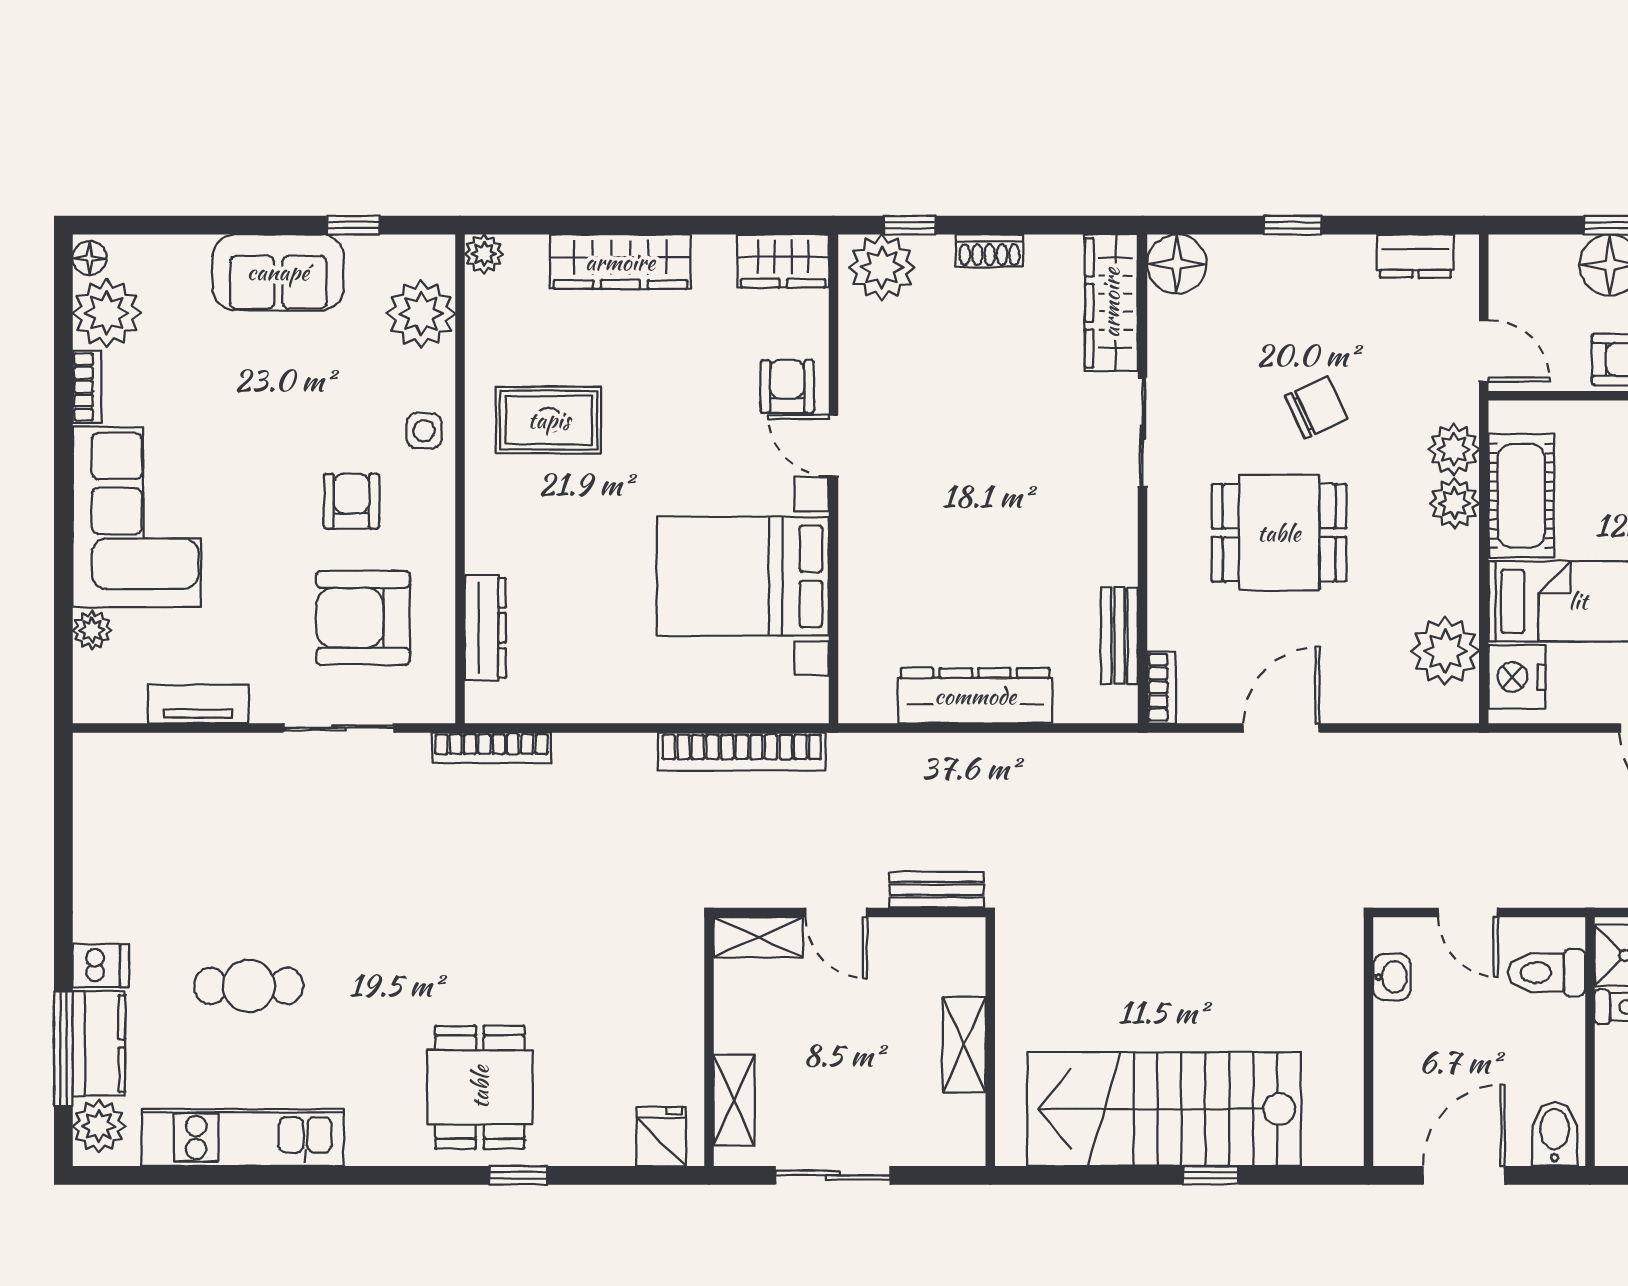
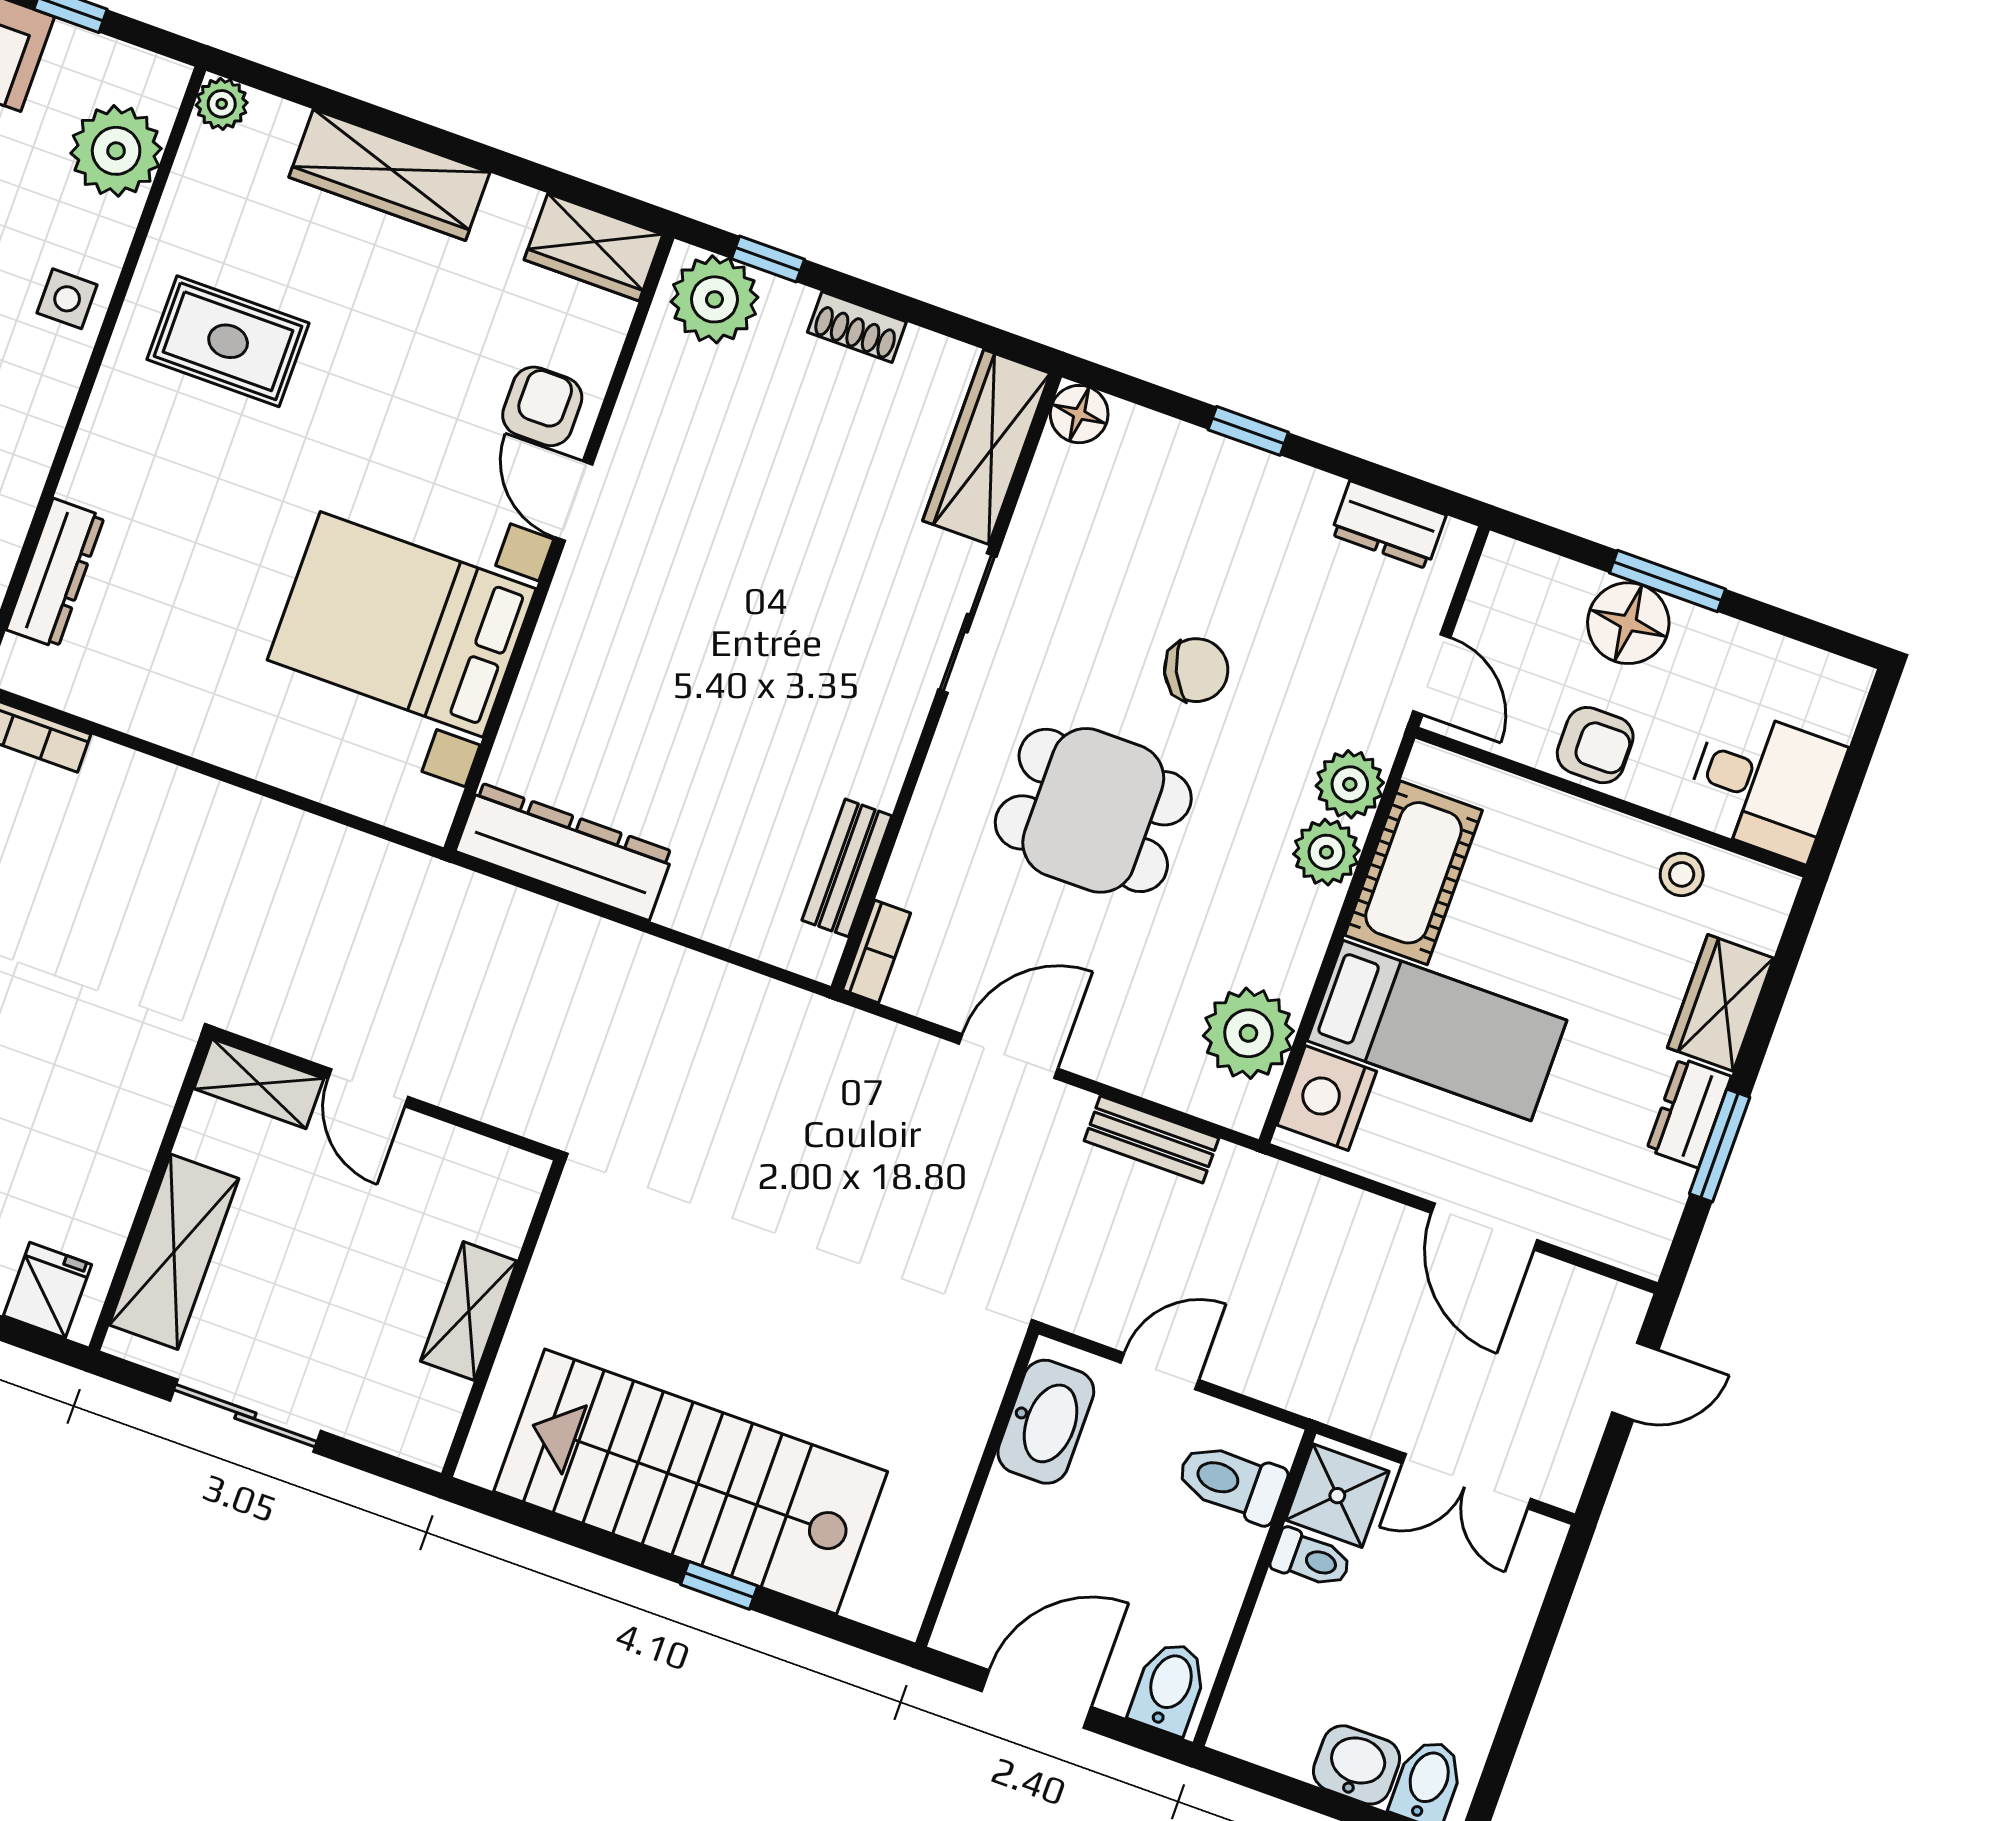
floor lamp: (1177, 264) -> (1079, 414), width x0.73, depth x0.73
dresser: (975, 696) -> (564, 852), moved
bookcase: (742, 752) -> (322, 844), removed
bench: (937, 890) -> (1151, 1139), moved
door: (1468, 912) -> (1160, 1371), swing flipped
washbasin: (1392, 977) -> (1046, 1422), width x1.91, depth x1.45
shelving: (734, 1100) -> (174, 1252), width x1.50, depth x1.33

